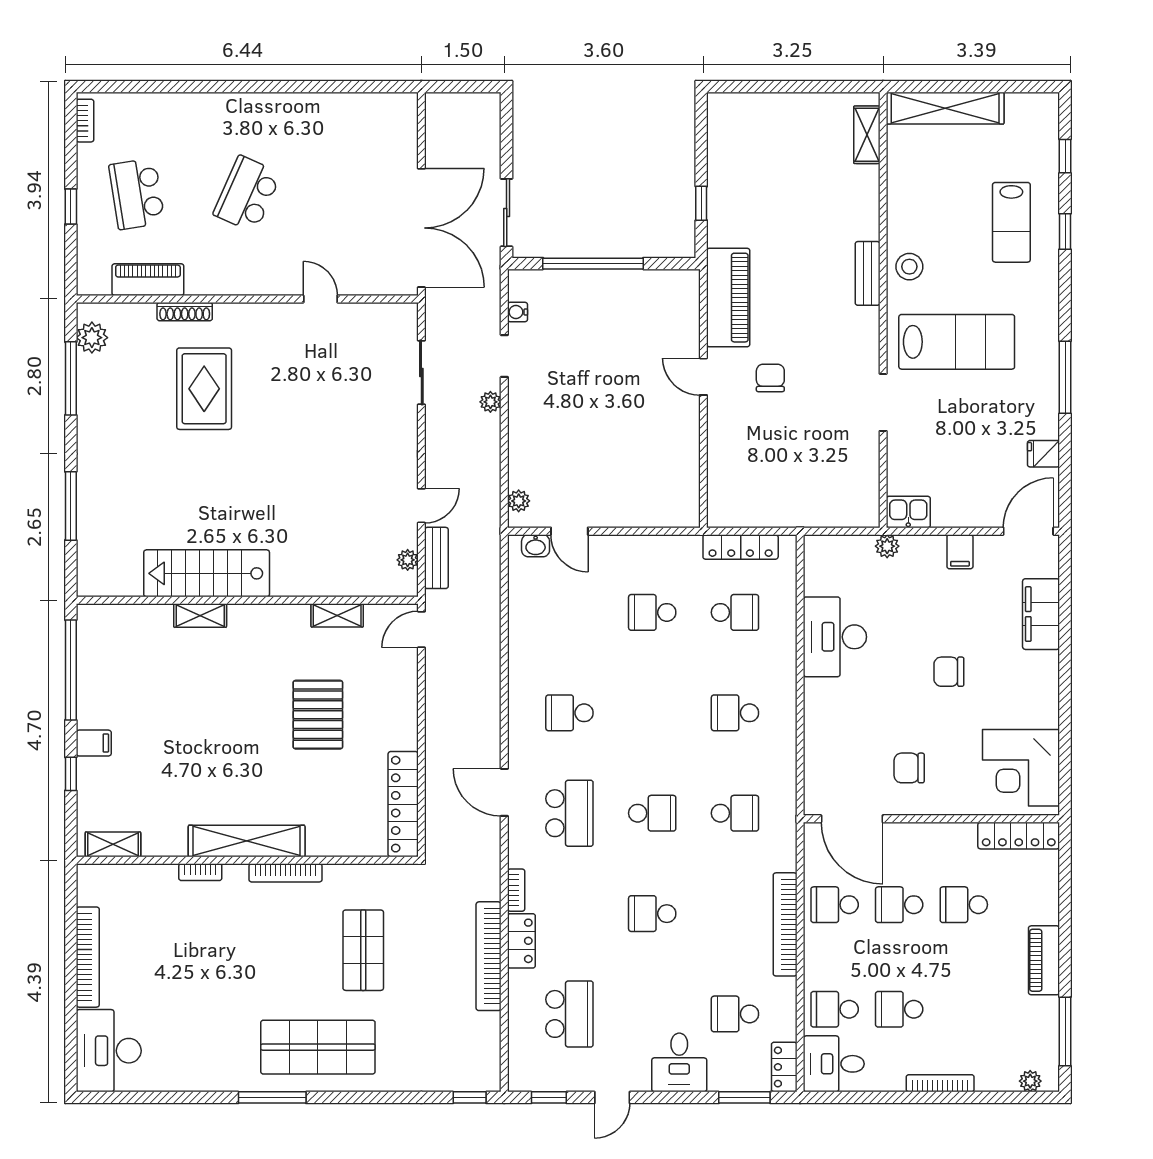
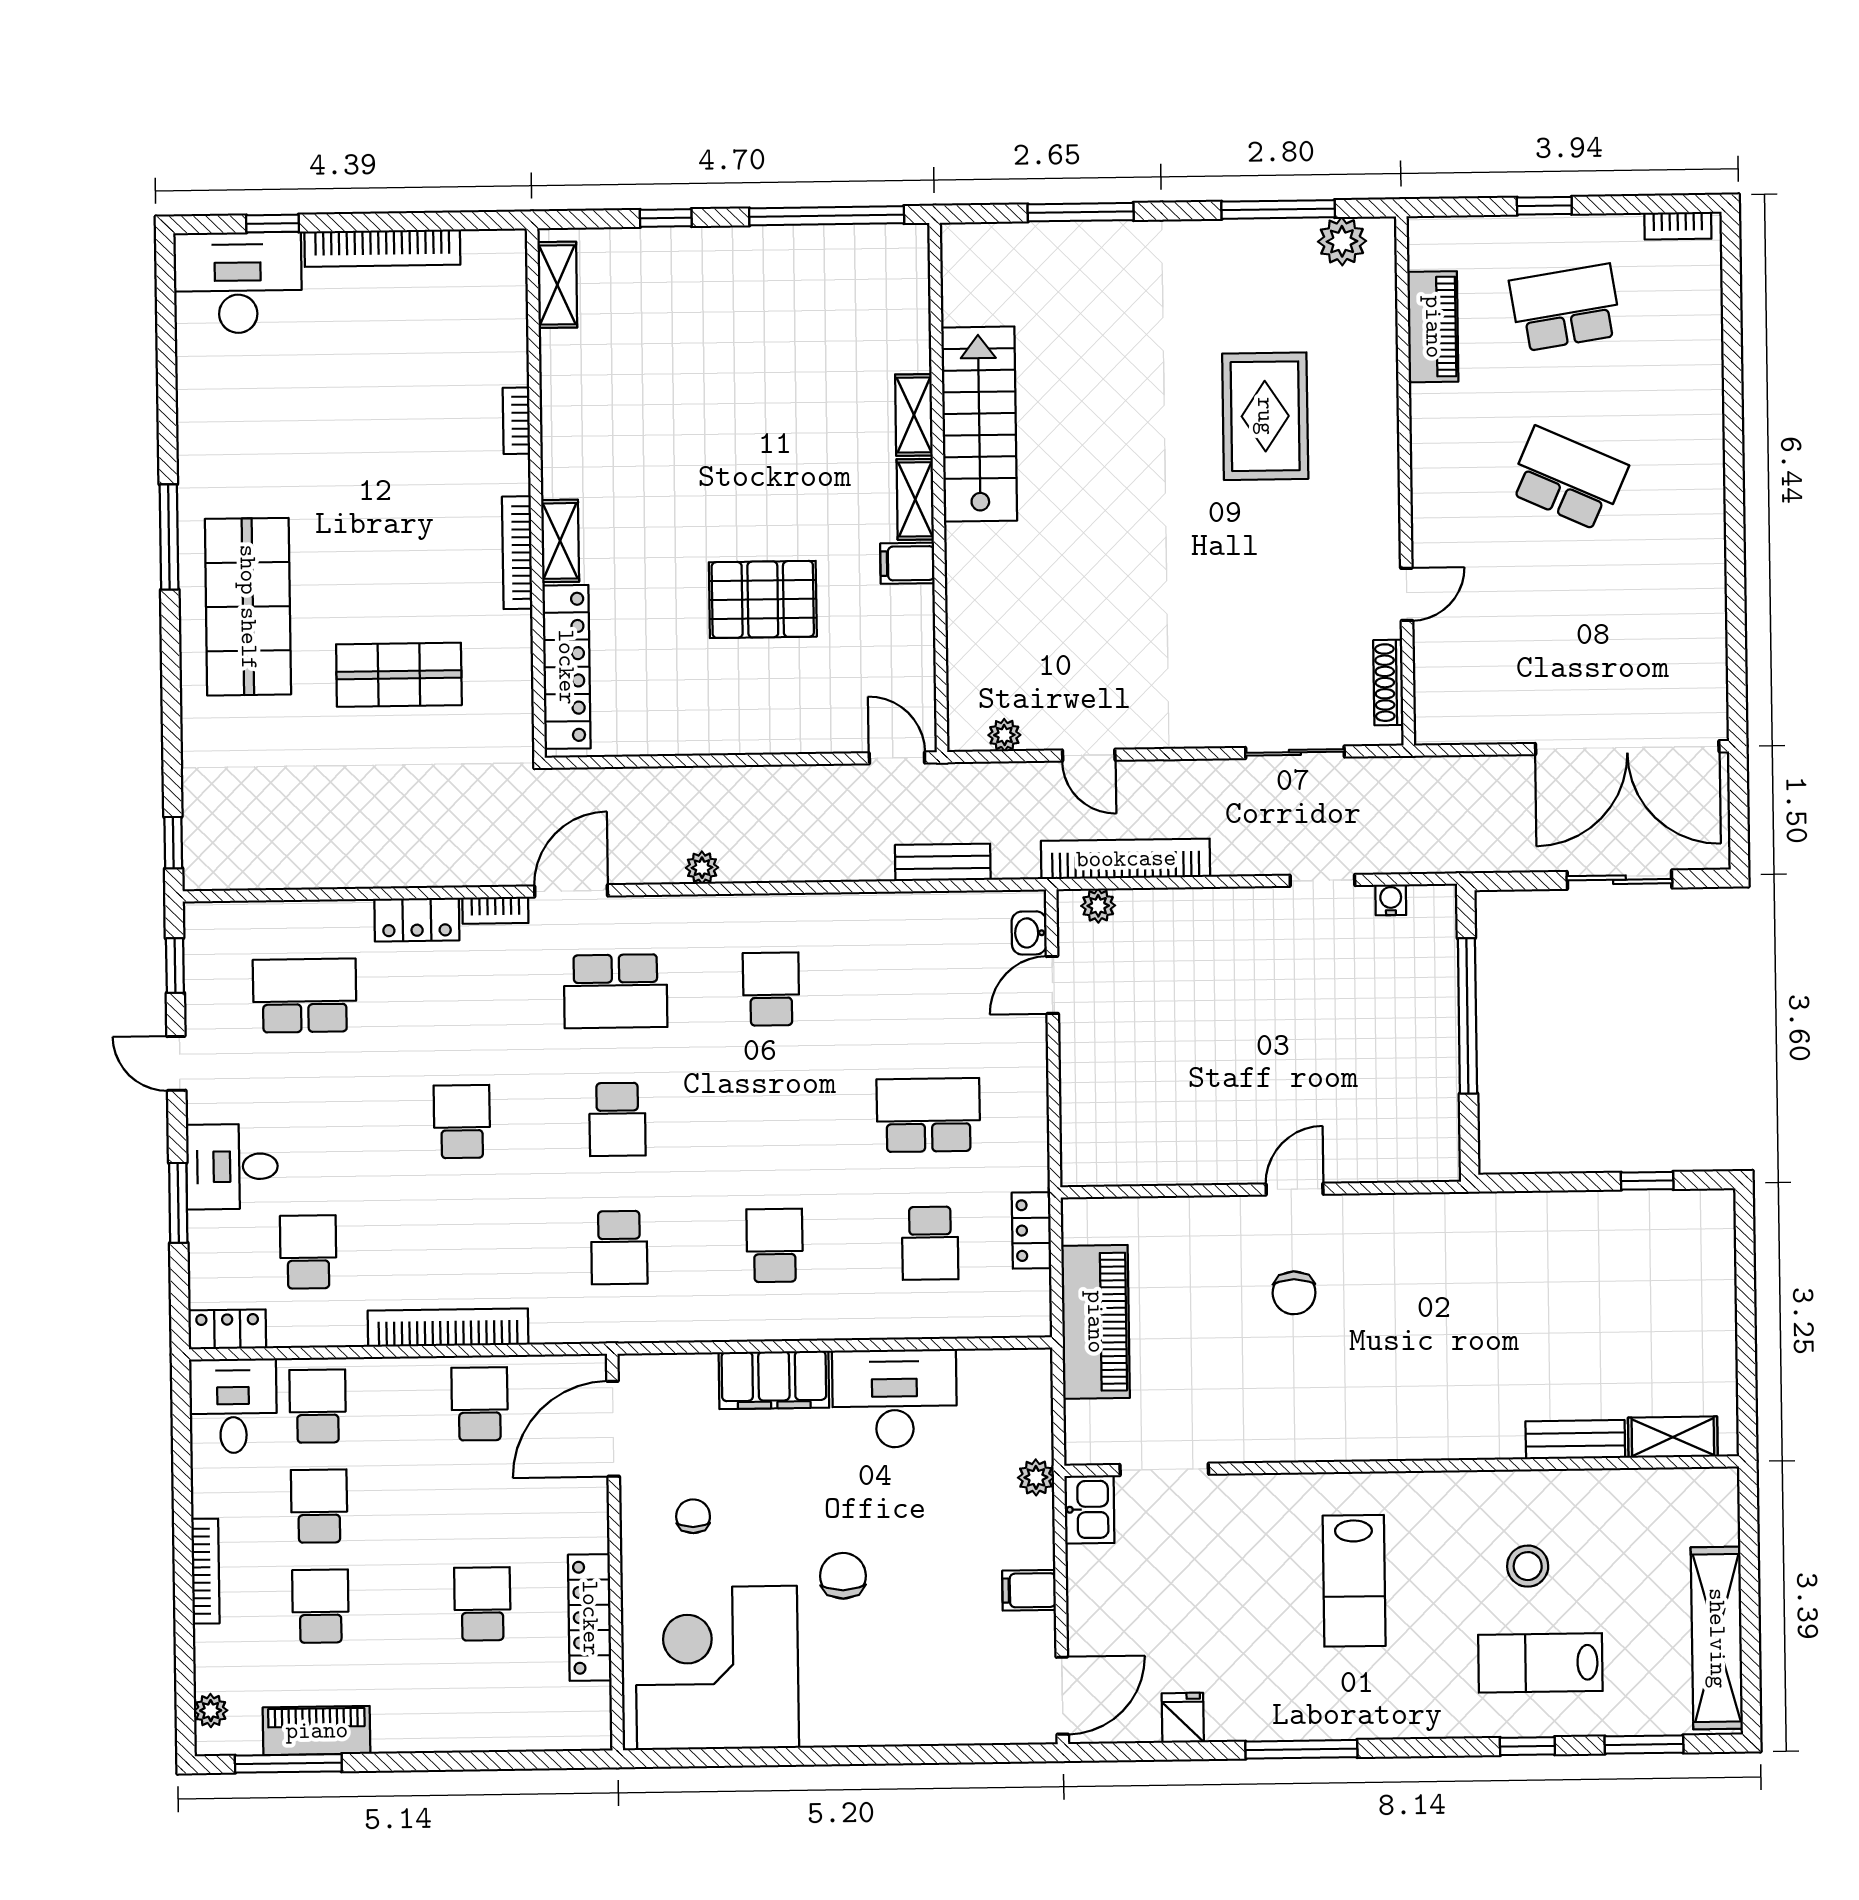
shelving: (945, 108) -> (1717, 1638), moved
window: (1065, 156) -> (1644, 1745), width x1.50
window: (701, 203) -> (1647, 1181), moved
sliding door: (507, 213) -> (1619, 880), moved
double door: (421, 228) -> (1627, 748), moved
stool: (909, 267) -> (1528, 1566), moved
bench: (868, 273) -> (1575, 1440), moved
piano: (728, 298) -> (1095, 1322), moved, turned -90
shoe rack: (185, 312) -> (1388, 683), moved
lab bench: (957, 342) -> (1354, 1581), width x0.73, depth x0.72
chair: (770, 378) -> (1294, 1293), turned 90
rug: (204, 389) -> (1265, 416), turned 90
plant: (490, 402) -> (702, 868), moved
doorway: (883, 402) -> (1164, 1469), moved
door: (1028, 531) -> (1062, 1696), hinge flipped
locker: (741, 547) -> (1031, 1230), width x0.66
bench: (436, 558) -> (943, 862), moved
school desk: (652, 612) -> (928, 1115), width x1.85
filing cabinet: (1041, 614) -> (774, 1380), moved, turned 180
shelving: (337, 615) -> (915, 499), moved
filing cabinet: (94, 743) -> (907, 563), moved, turned 90
chair: (909, 768) -> (693, 1516), width x0.73, depth x0.73
corner desk: (1021, 768) -> (717, 1668), width x1.36, depth x1.36
door: (504, 792) -> (571, 891), moved
locker: (403, 804) -> (566, 667), moved, turned 90
locker: (1019, 836) -> (590, 1618), moved
shelving: (247, 841) -> (560, 541), width x0.45, depth x0.75
school desk: (899, 905) -> (320, 1606), moved
bookcase: (489, 956) -> (1126, 859), moved
piano: (1044, 960) -> (317, 1731), moved
school desk: (569, 1014) -> (305, 996), turned 180
window: (71, 1028) -> (272, 223), added
window: (744, 1097) -> (178, 1203), moved

